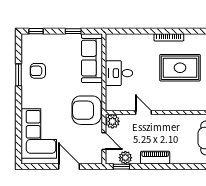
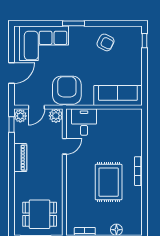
window: (73, 31) -> (145, 77), removed
armchair: (38, 71) -> (106, 42), turned 117
desk: (119, 73) -> (84, 122), moved
window: (19, 75) -> (74, 23), moved
plant: (125, 158) -> (20, 116), moved

